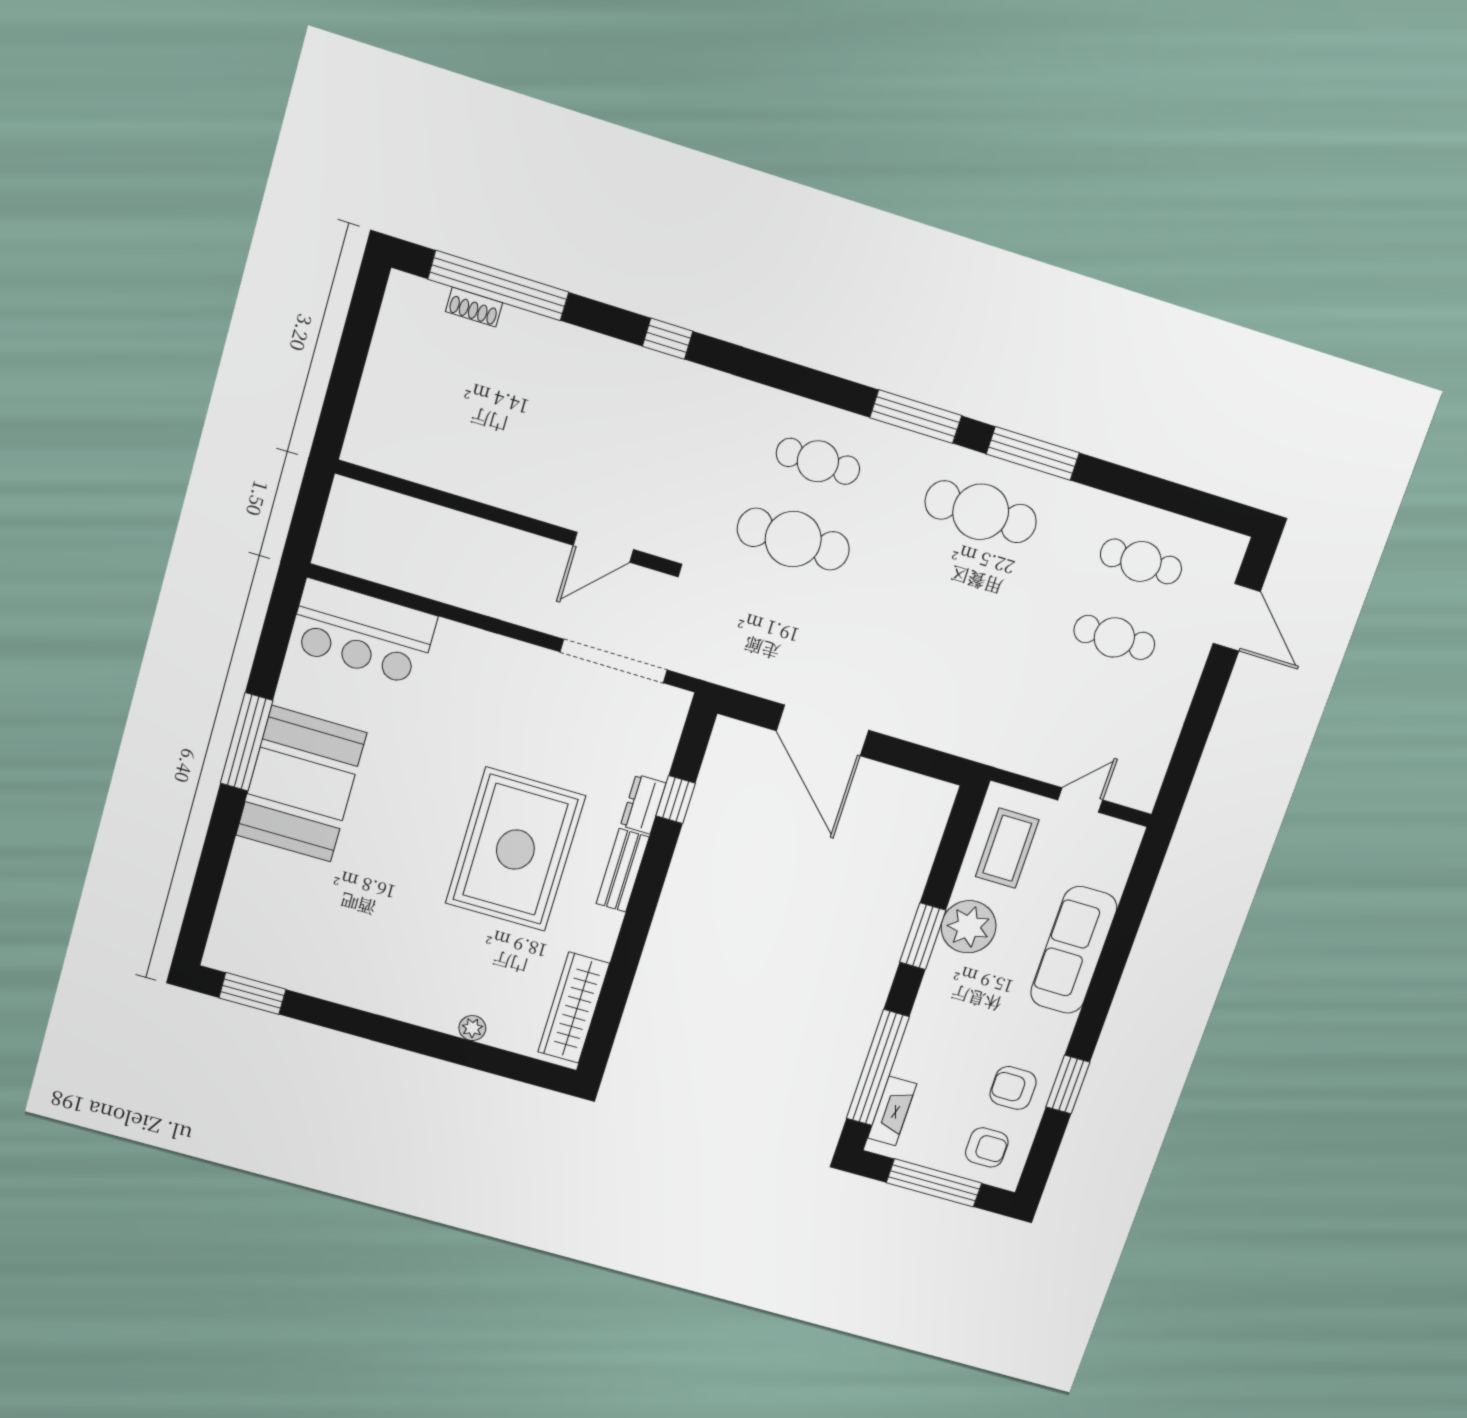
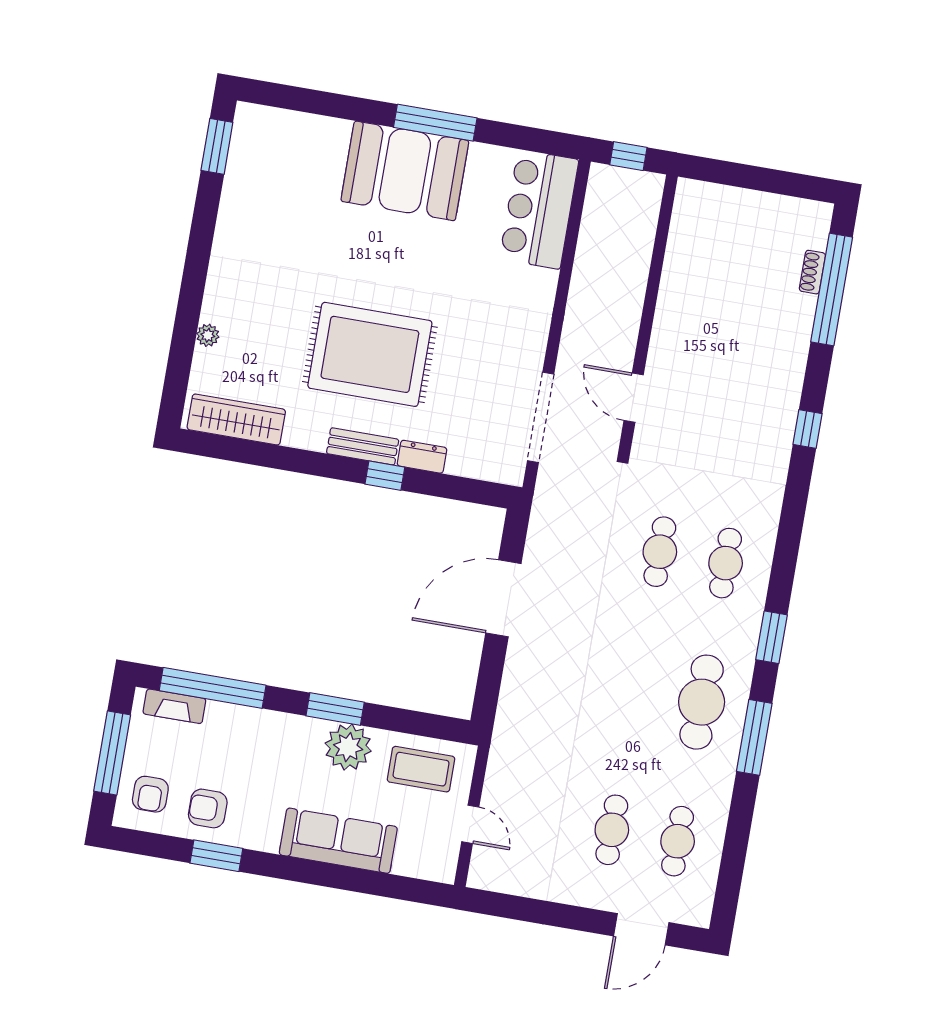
window: (916, 417) -> (772, 637), width x0.69
window: (308, 517) -> (628, 156), added
cafe table: (793, 539) -> (660, 552), width x0.73, depth x0.74
window: (676, 800) -> (385, 476), moved
armchair: (1013, 1088) -> (208, 808), turned -90

